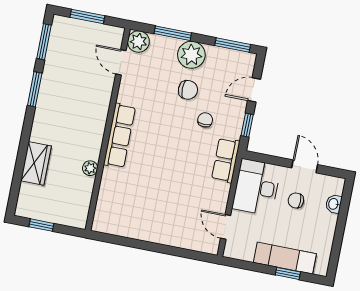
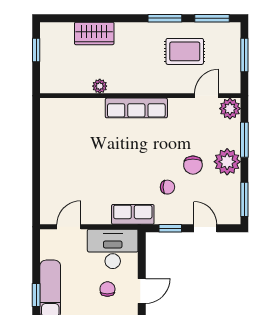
rug: (72, 76) -> (185, 51), added

